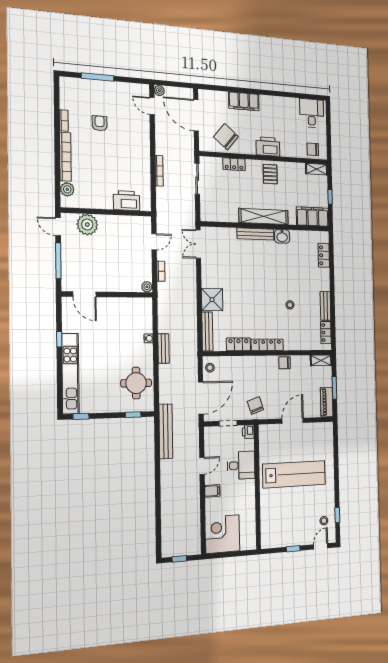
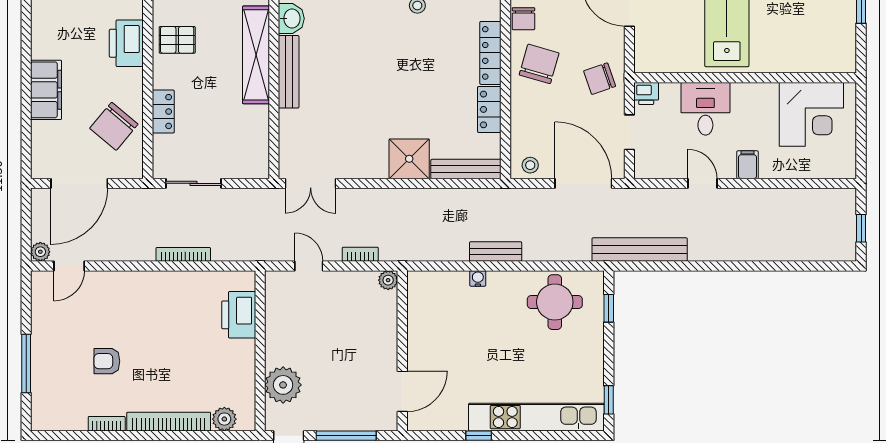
chair: (262, 372) -> (539, 64), added
corner desk: (223, 534) -> (811, 114), moved, turned -90

